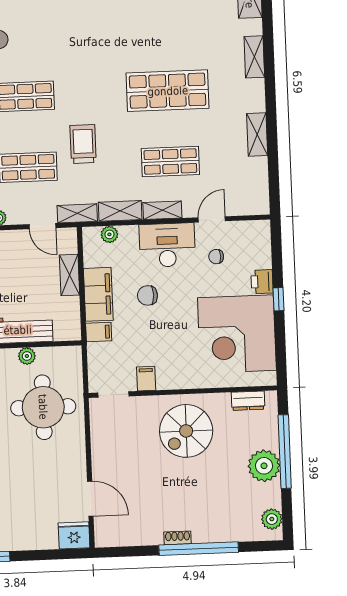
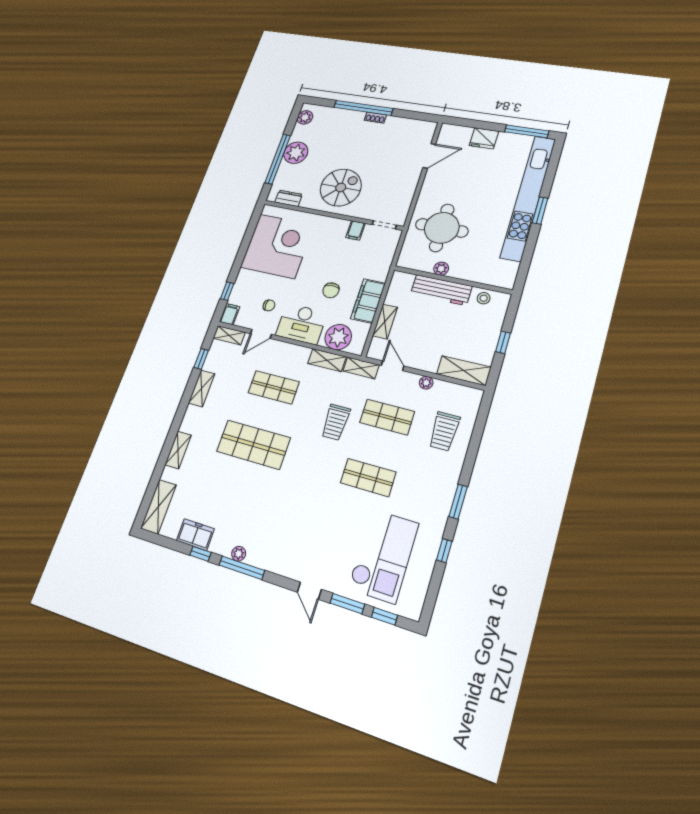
window: (273, 169) -> (201, 359), added
shelving: (162, 210) -> (229, 335), moved
plant: (109, 234) -> (338, 337), width x1.88, depth x1.88
printer: (262, 282) -> (244, 279), removed
chair: (147, 295) -> (331, 290), turned 90
window: (279, 299) -> (227, 291), moved
filing cabinet: (99, 332) -> (230, 314), moved, turned 90
door: (90, 499) -> (429, 156), swing flipped
fridge: (74, 535) -> (484, 138), moved

